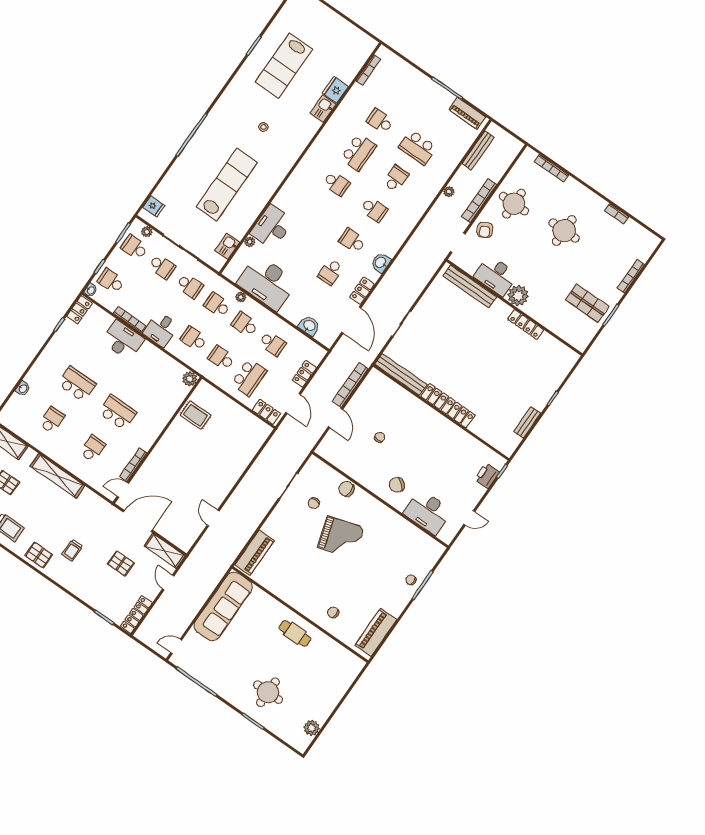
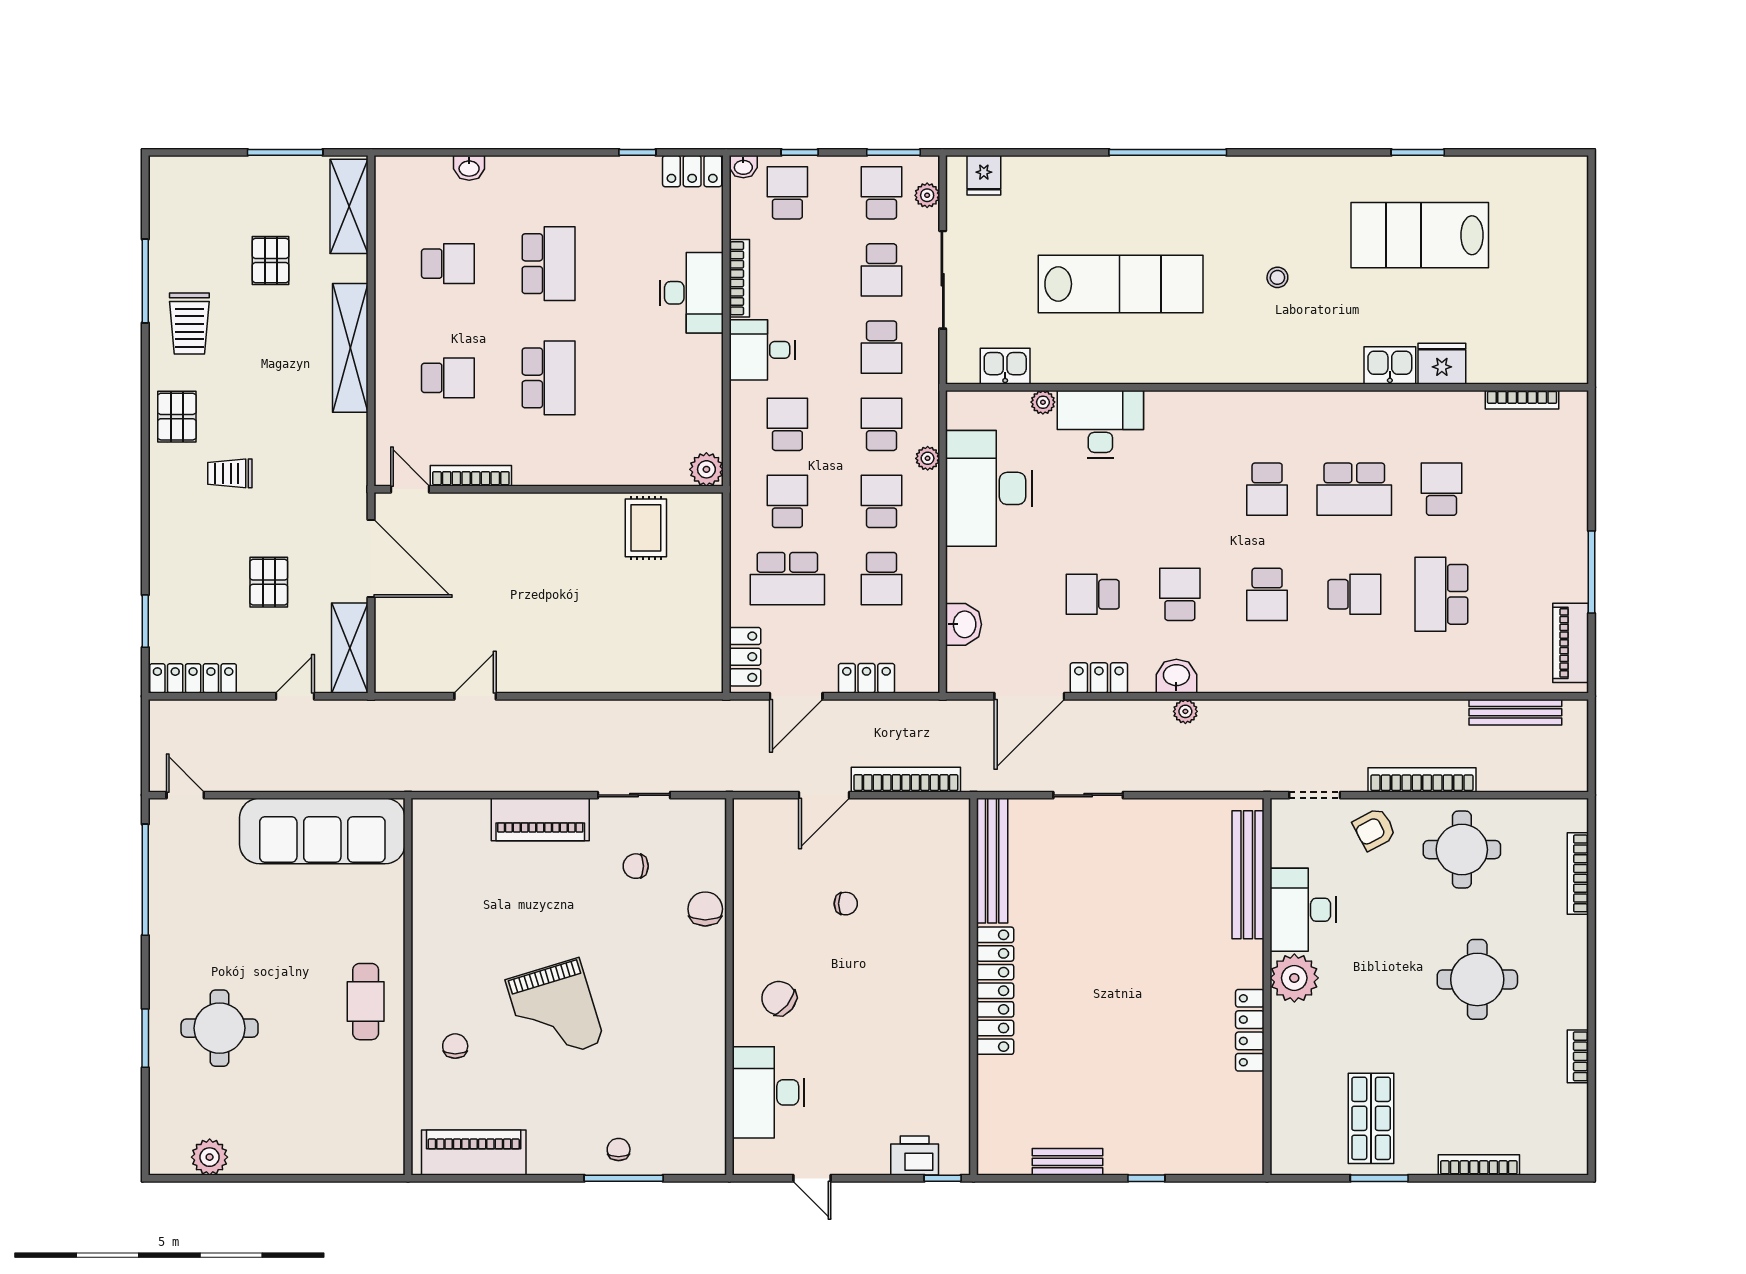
plant: (449, 192) -> (1185, 711), moved
grand piano: (341, 537) -> (555, 1011), moved
piano: (255, 553) -> (540, 819), moved

